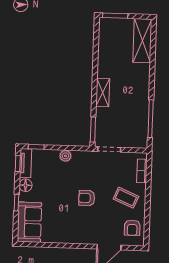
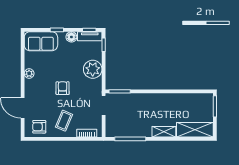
shelving: (103, 93) -> (164, 132), moved
plant: (65, 156) -> (93, 69), width x1.88, depth x1.88
plant: (68, 238) -> (29, 73), added

